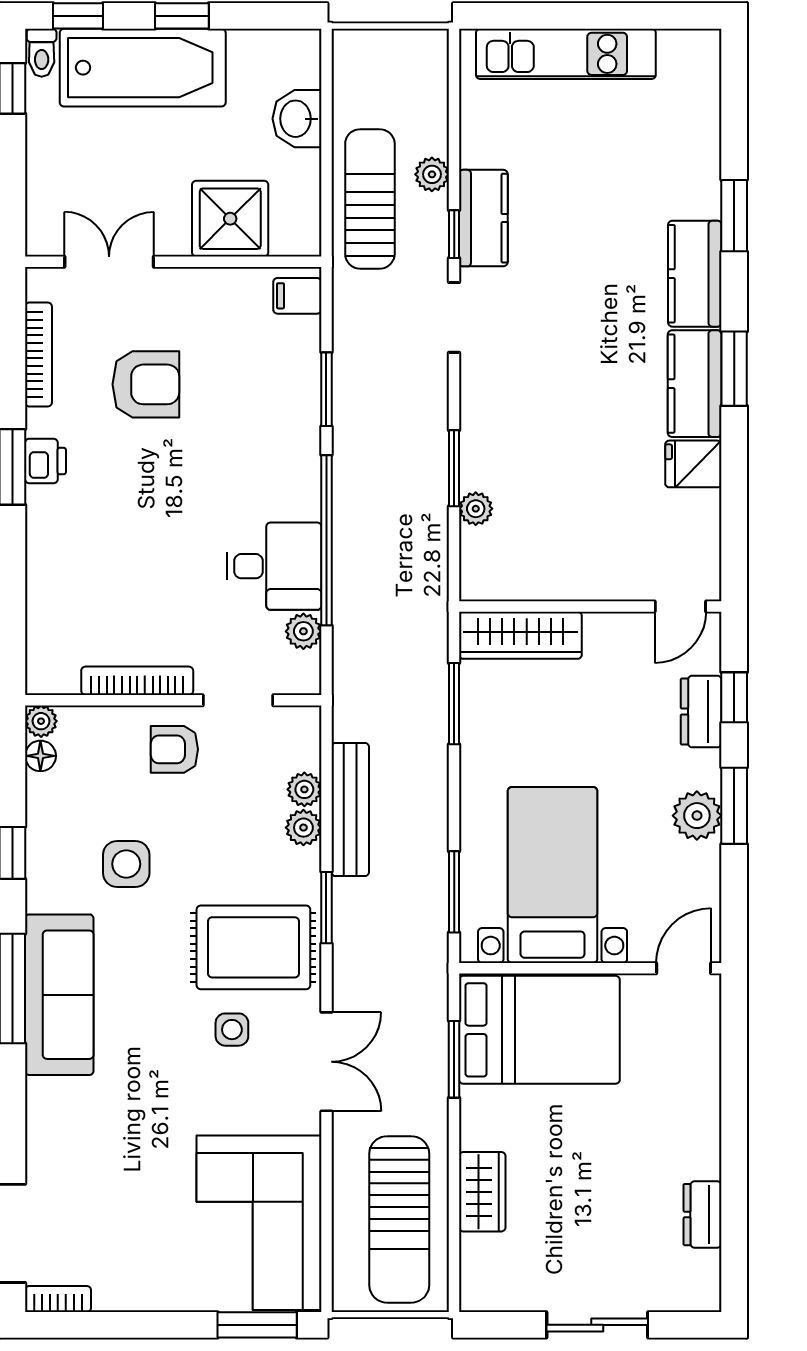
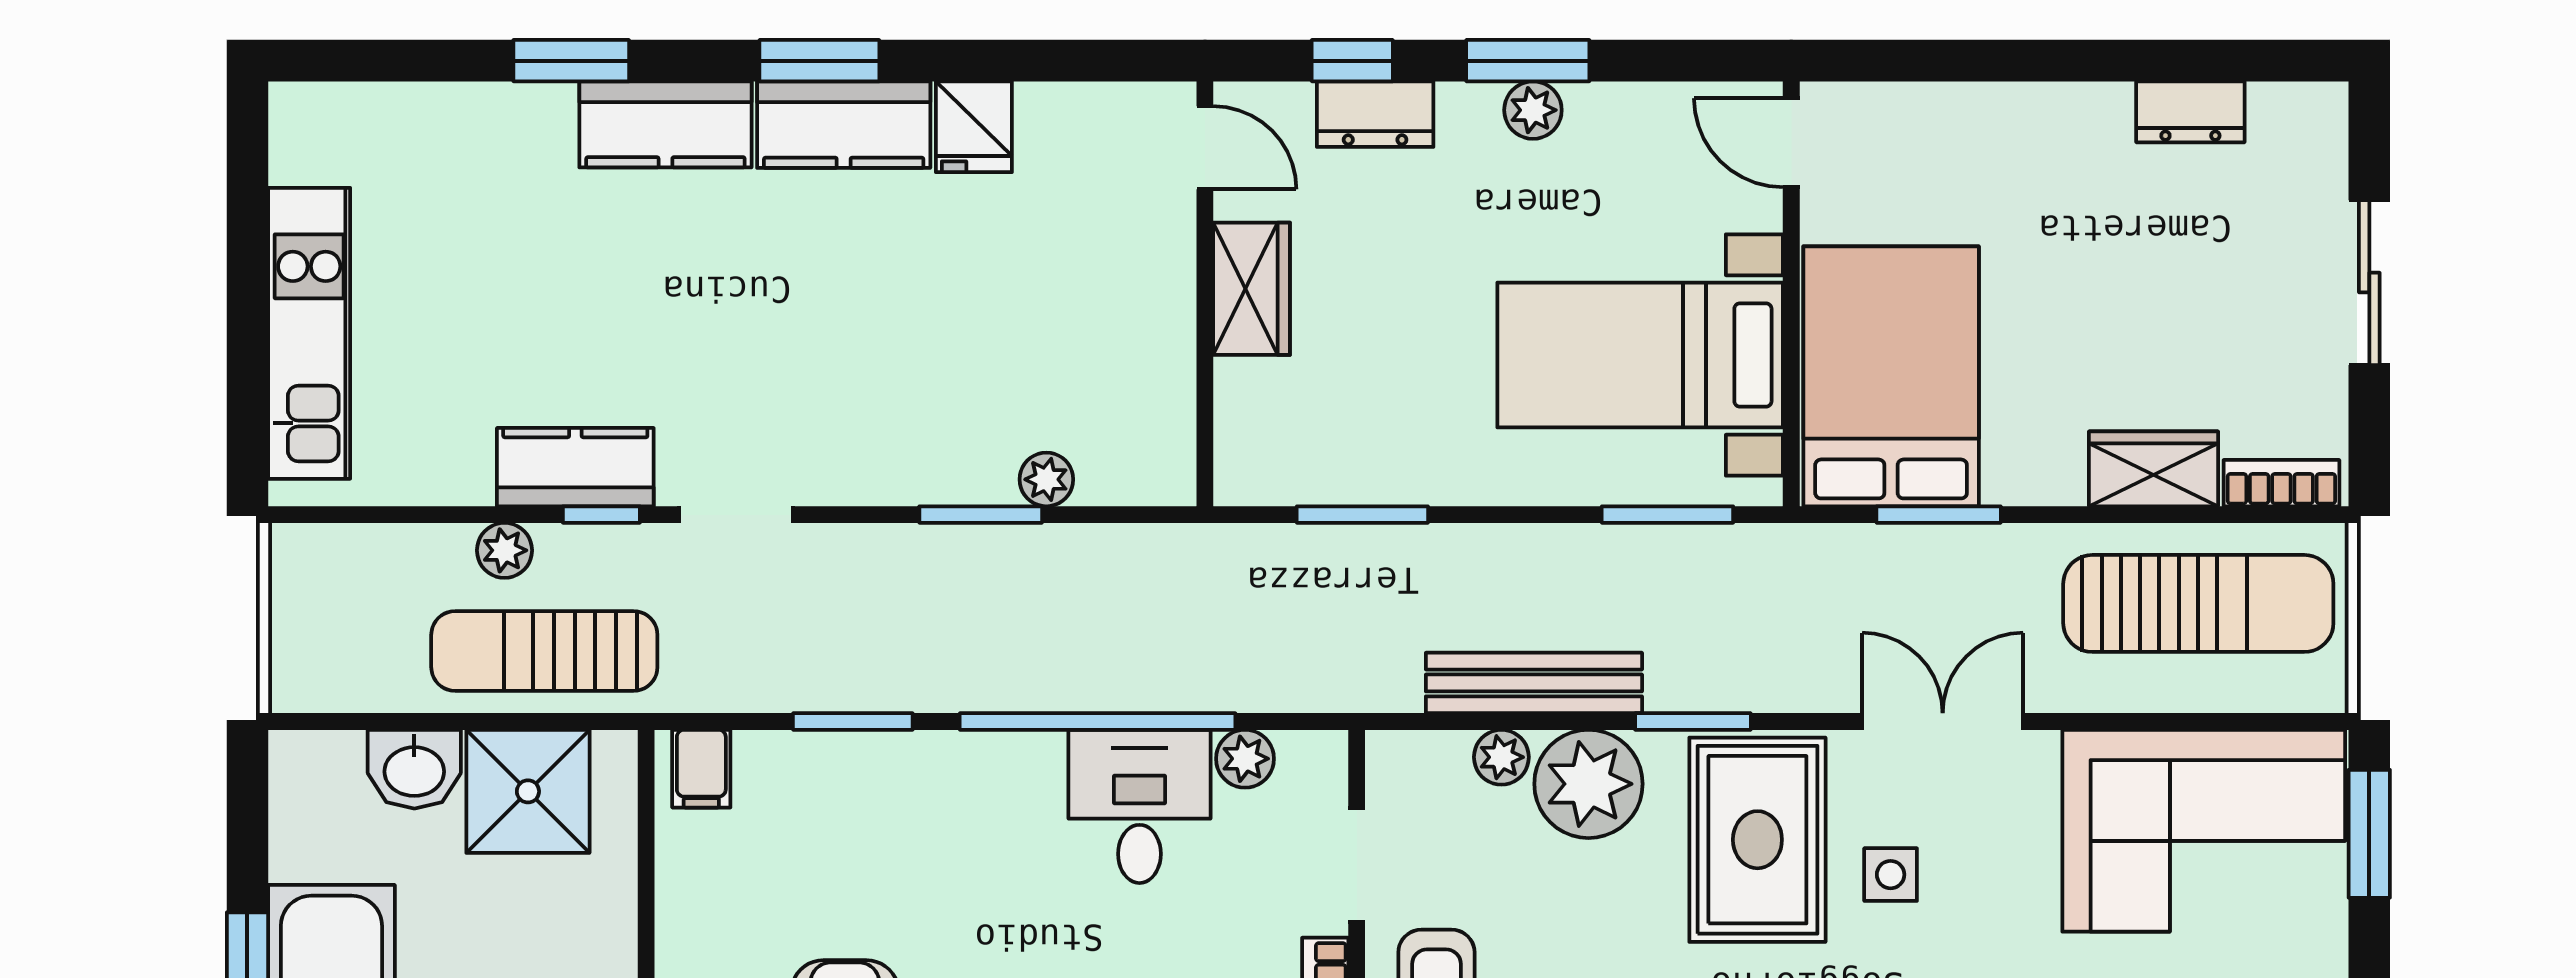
shower: (230, 219) -> (528, 791), moved
wardrobe: (520, 635) -> (1252, 289), moved, width x0.67
plant: (697, 816) -> (1533, 110), width x0.73, depth x0.73
plant: (303, 828) -> (1588, 784), width x1.88, depth x1.88
bookcase: (473, 1271) -> (2281, 483), added

